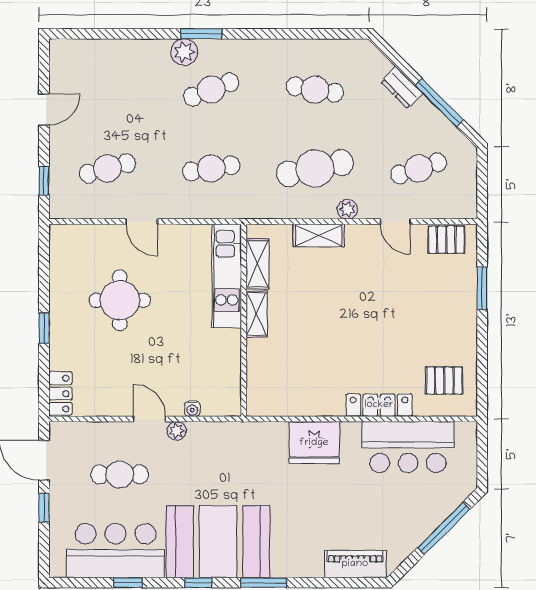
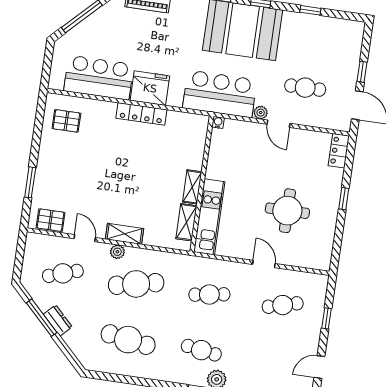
dresser: (402, 88) -> (58, 320), moved
cafe table: (211, 90) -> (201, 350), turned 30
cafe table: (315, 90) -> (128, 340), width x1.37, depth x1.35
door: (44, 109) -> (319, 367), moved
window: (44, 181) -> (326, 318), moved
shelving: (319, 235) -> (124, 234), moved
locker: (379, 405) -> (141, 114), moved
water cooler: (192, 409) -> (218, 122), moved
fridge: (314, 443) -> (150, 88), moved
bar counter: (116, 551) -> (220, 94), moved, turned 180

